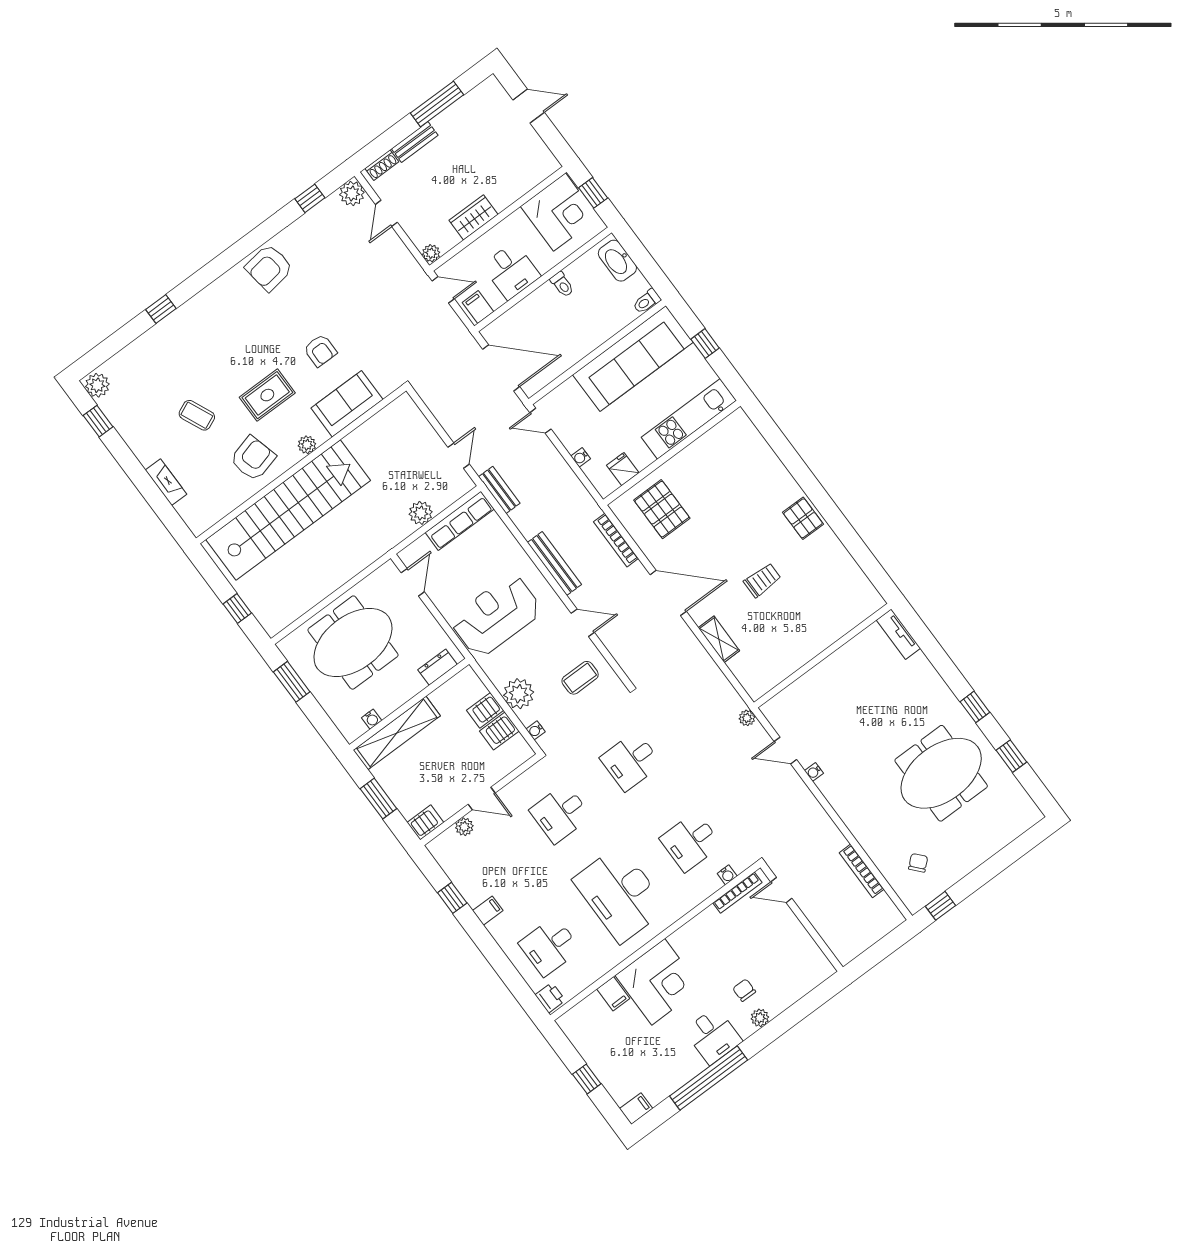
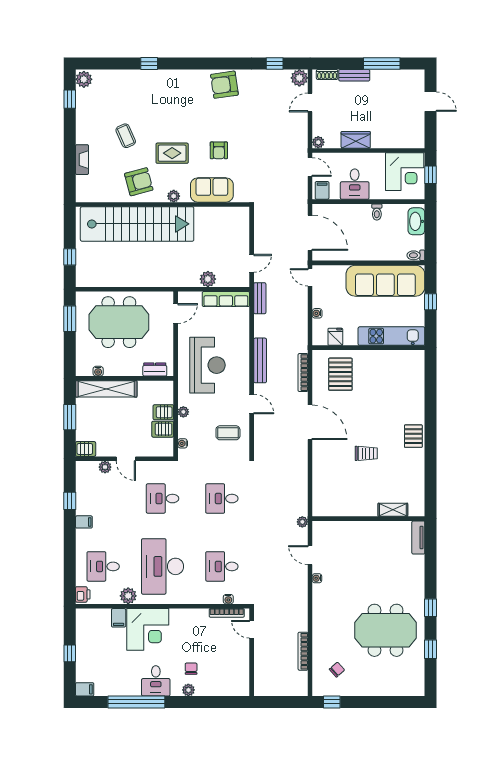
reception desk: (496, 616) -> (207, 365), turned 90
shelving: (719, 639) -> (393, 510), moved, turned 90
plant: (519, 694) -> (183, 412), width x0.53, depth x0.53
plant: (605, 959) -> (128, 596), added

